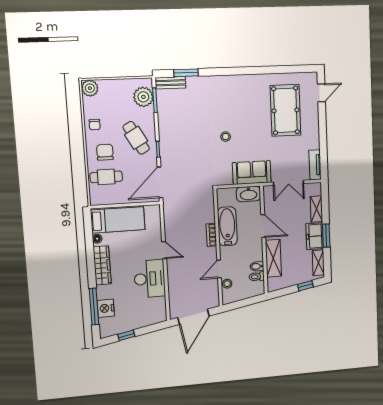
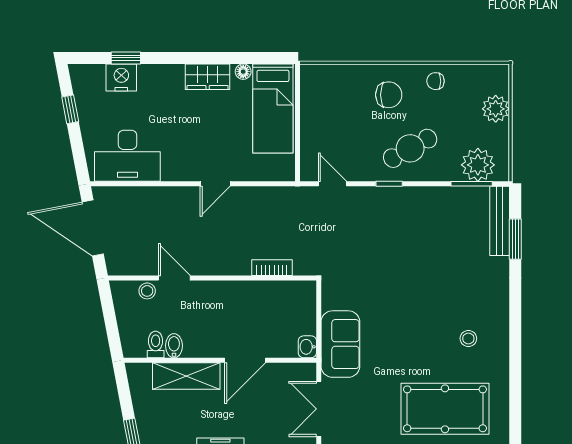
bench: (170, 83) -> (500, 221), width x1.36
plant: (90, 88) -> (496, 109), moved
stool: (226, 137) -> (468, 338), moved
cafe table: (106, 177) -> (347, 94), removed
door: (160, 182) -> (332, 184), width x0.53
washbasin: (249, 194) -> (307, 347), width x0.52, depth x0.69
bathtub: (227, 226) -> (249, 296), removed
bookcase: (211, 235) -> (272, 268), moved
wardrobe: (102, 265) -> (208, 77), width x0.67
desk: (150, 279) -> (127, 156), moved
window: (94, 307) -> (126, 58), width x0.46

